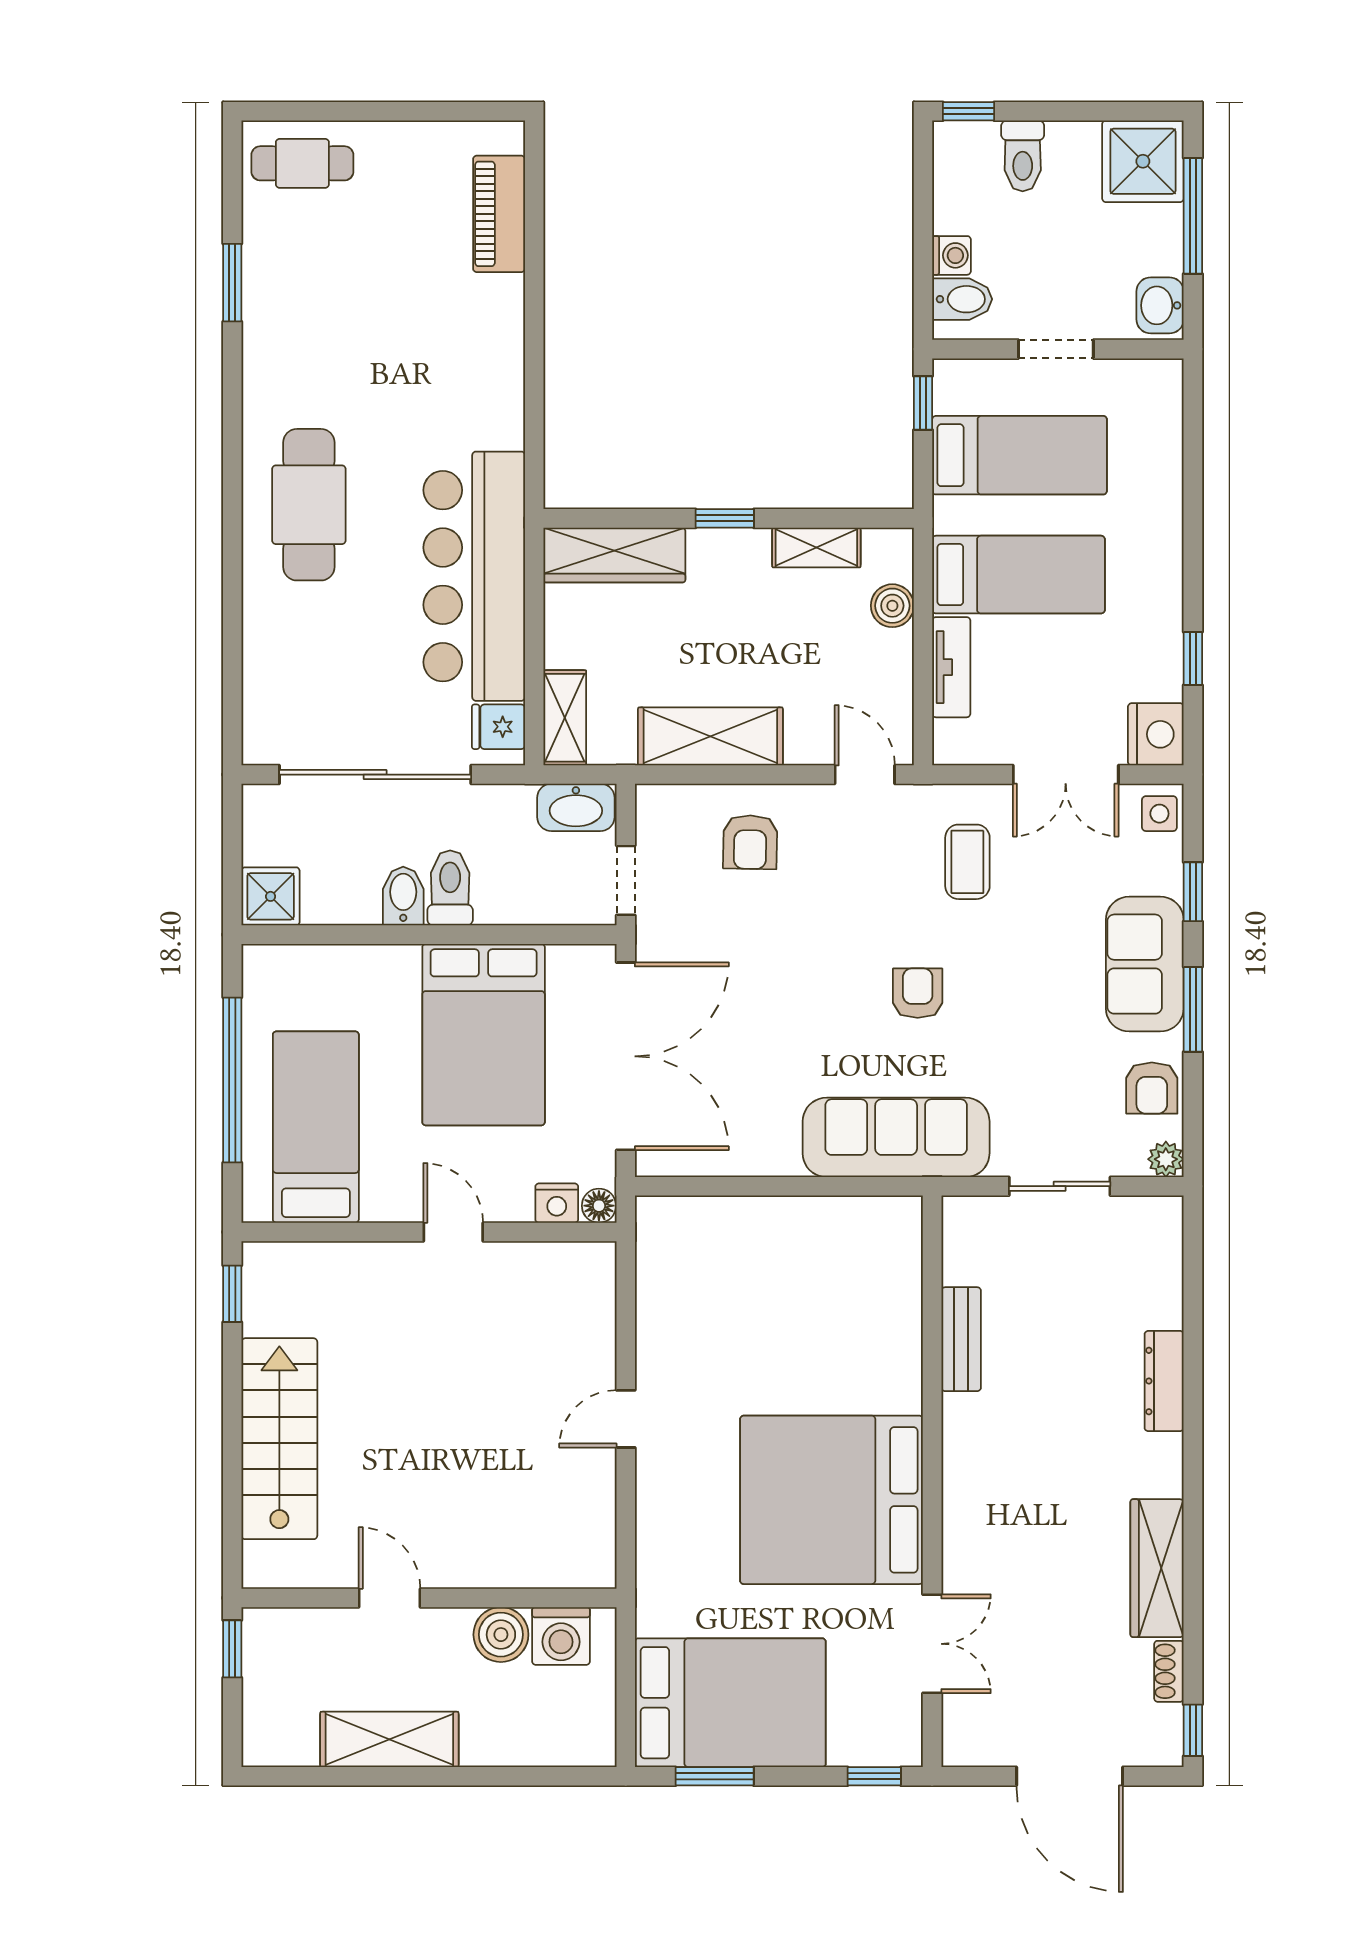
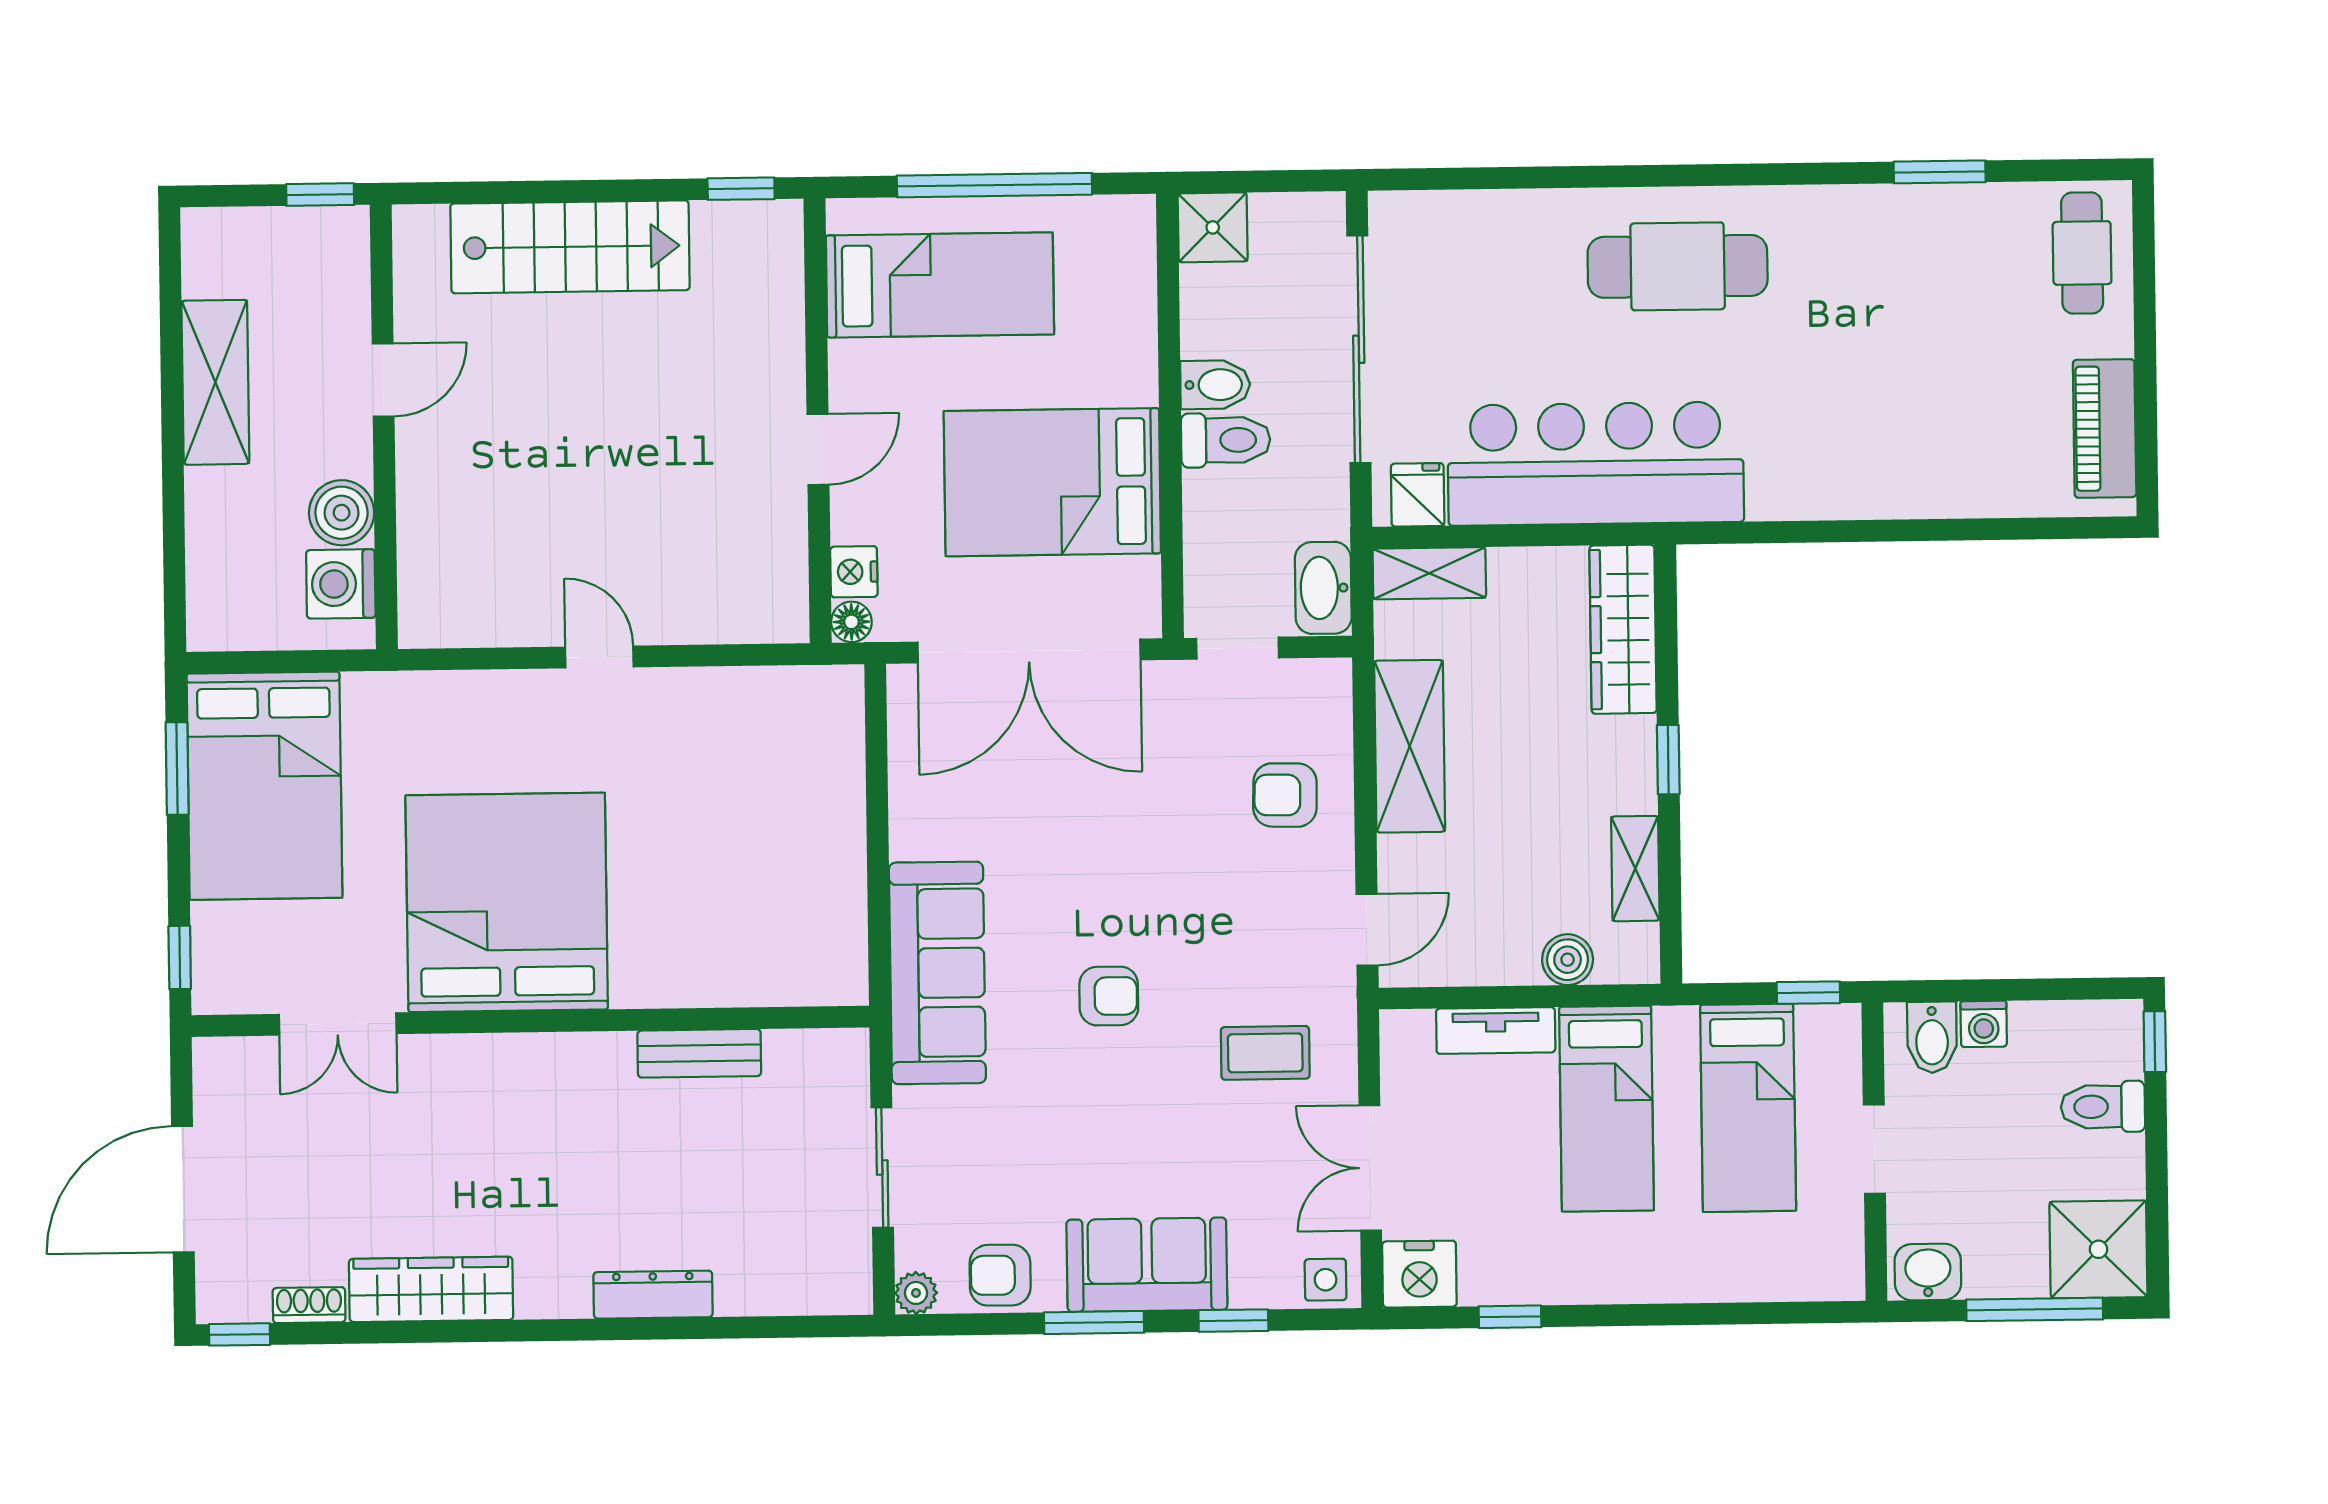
piano: (499, 214) -> (2105, 428), moved, turned -90

